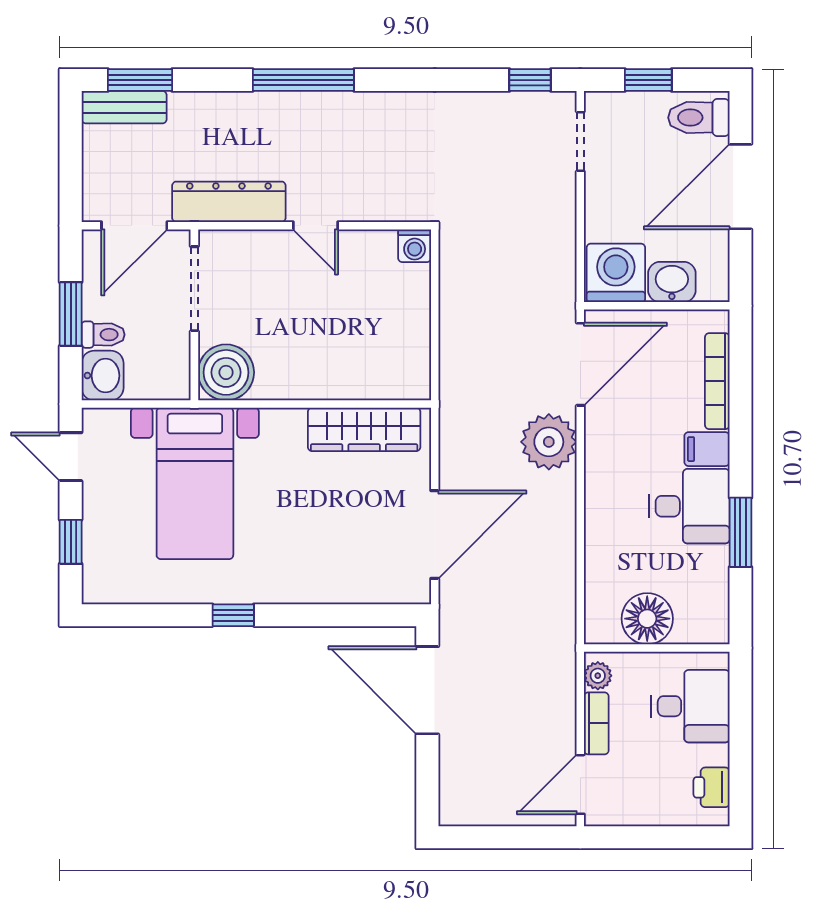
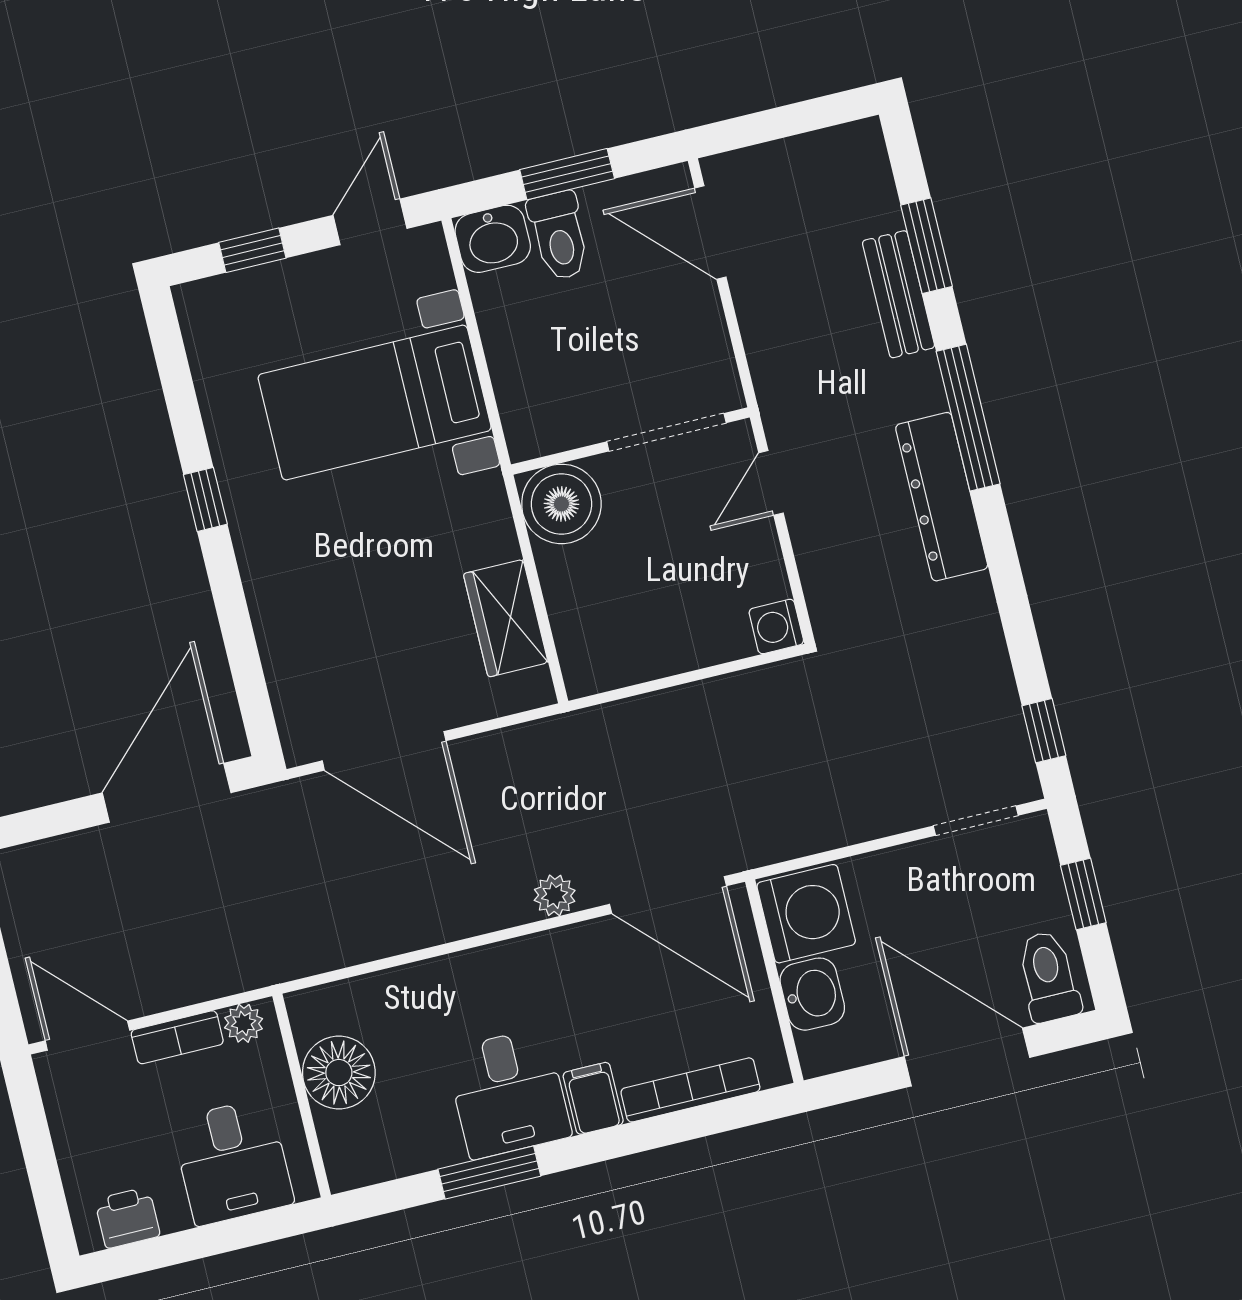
window: (140, 80) -> (927, 246), moved
bench: (124, 107) -> (899, 294), moved
dresser: (229, 202) -> (942, 497), moved, turned 180
doorway: (194, 289) -> (666, 432), moved
wall: (194, 315) -> (630, 441), moved
toilet: (103, 335) -> (559, 236), width x1.37, depth x1.39
boiler: (226, 372) -> (561, 504), moved
wardrobe: (364, 429) -> (506, 618), width x0.67
plant: (549, 442) -> (555, 895), width x0.53, depth x0.53

